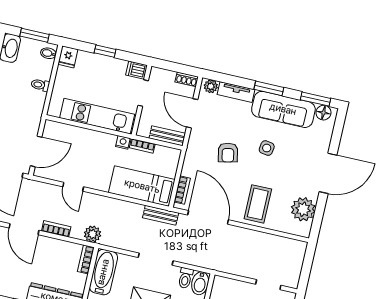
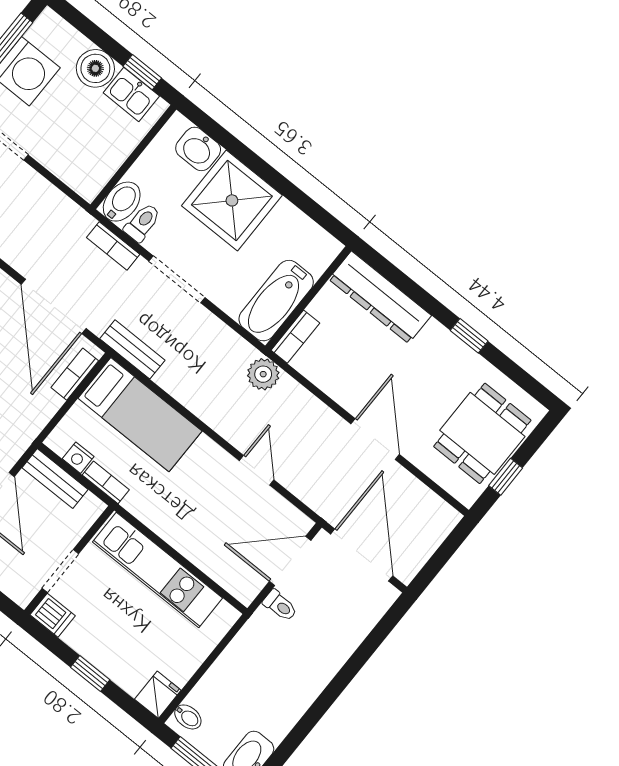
toilet: (40, 85) -> (280, 606), moved
nightstand: (123, 142) -> (78, 458), moved
bookcase: (56, 229) -> (113, 246), moved

